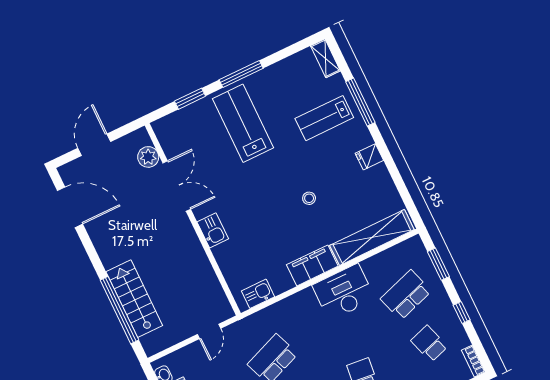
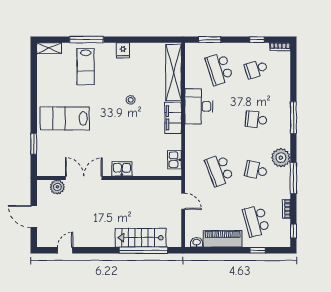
window: (241, 74) -> (34, 105), removed
door: (70, 207) -> (65, 250), width x0.53
window: (462, 313) -> (257, 40), moved

